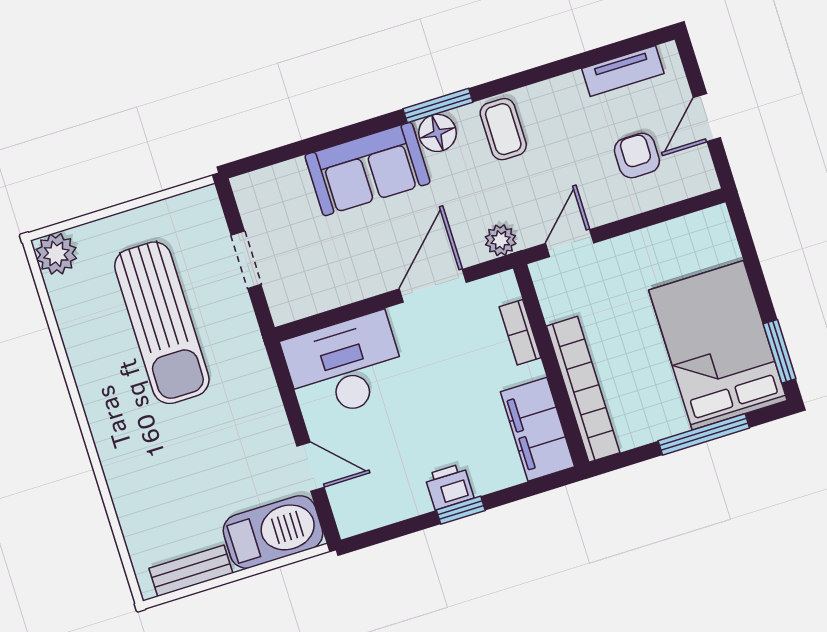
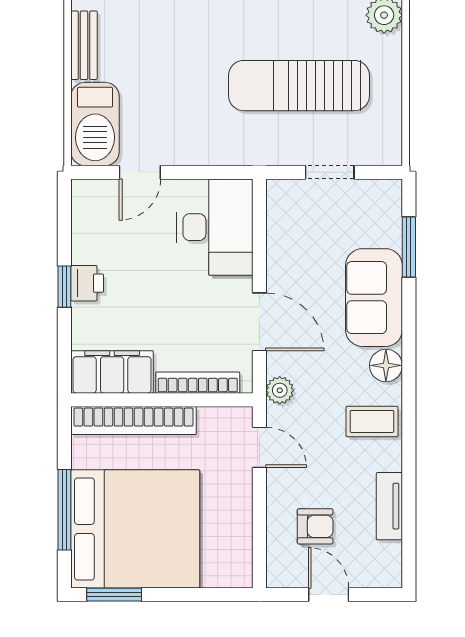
tv unit: (623, 71) -> (389, 506), moved
window: (438, 105) -> (409, 247), moved
bookcase: (520, 332) -> (198, 383), width x1.56
bed: (718, 345) -> (135, 529), width x1.36

